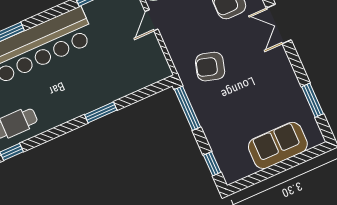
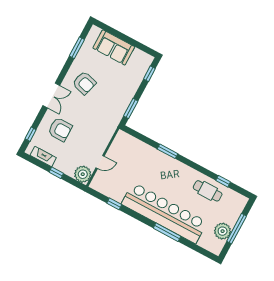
armchair: (210, 67) -> (84, 83), moved
window: (188, 108) -> (131, 108), width x0.69

